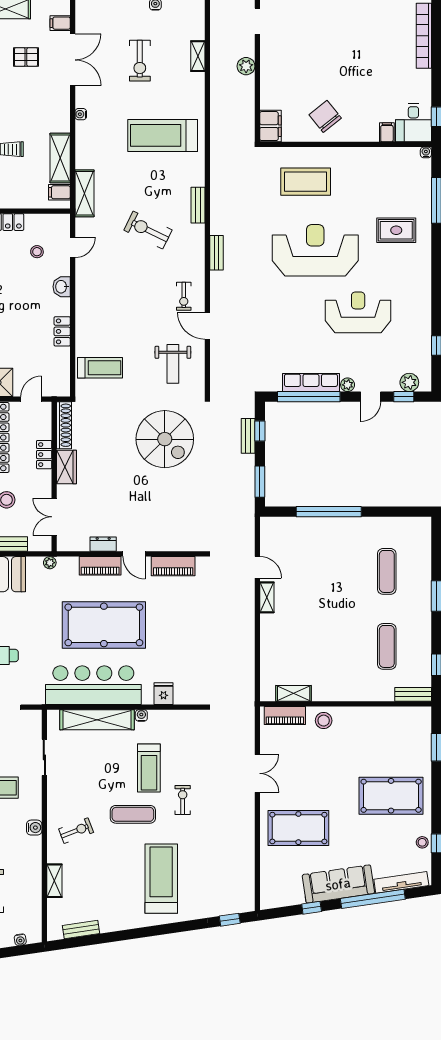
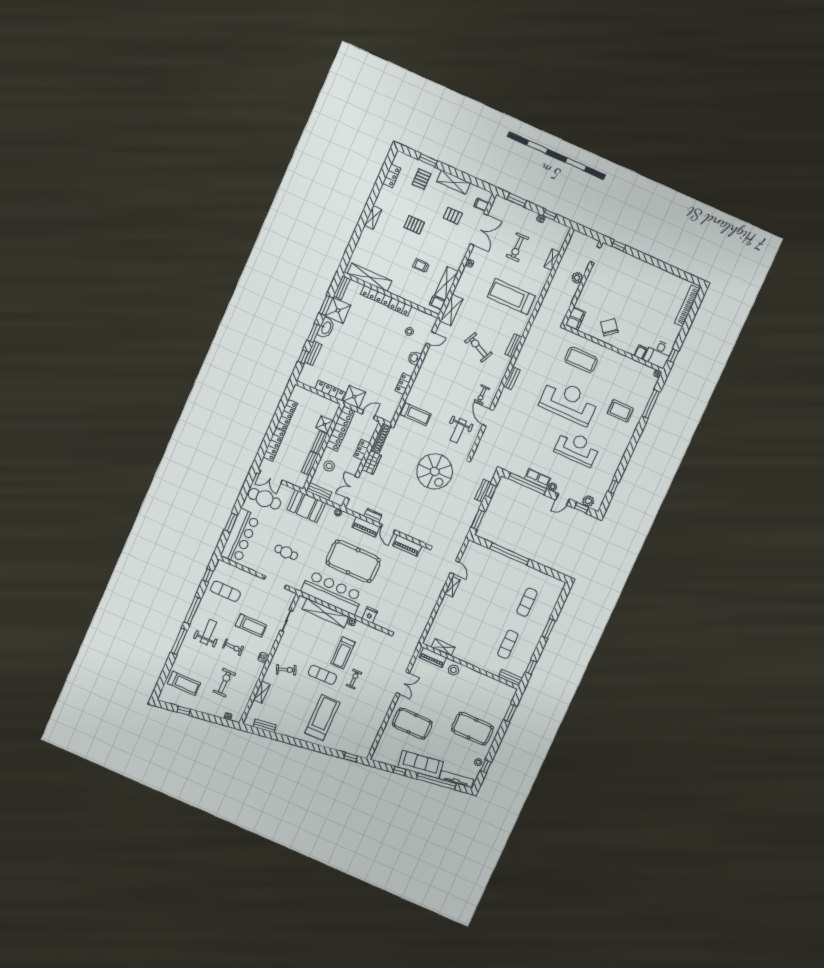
row of seats: (311, 382) -> (538, 479), width x0.68

